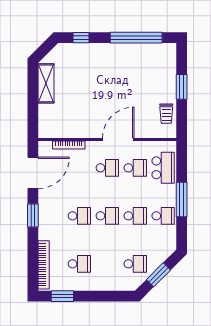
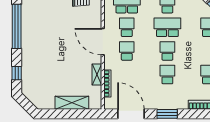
shelving: (46, 83) -> (72, 103), moved
shelving: (80, 133) -> (97, 74), added
school desk: (135, 216) -> (167, 27), width x1.85

